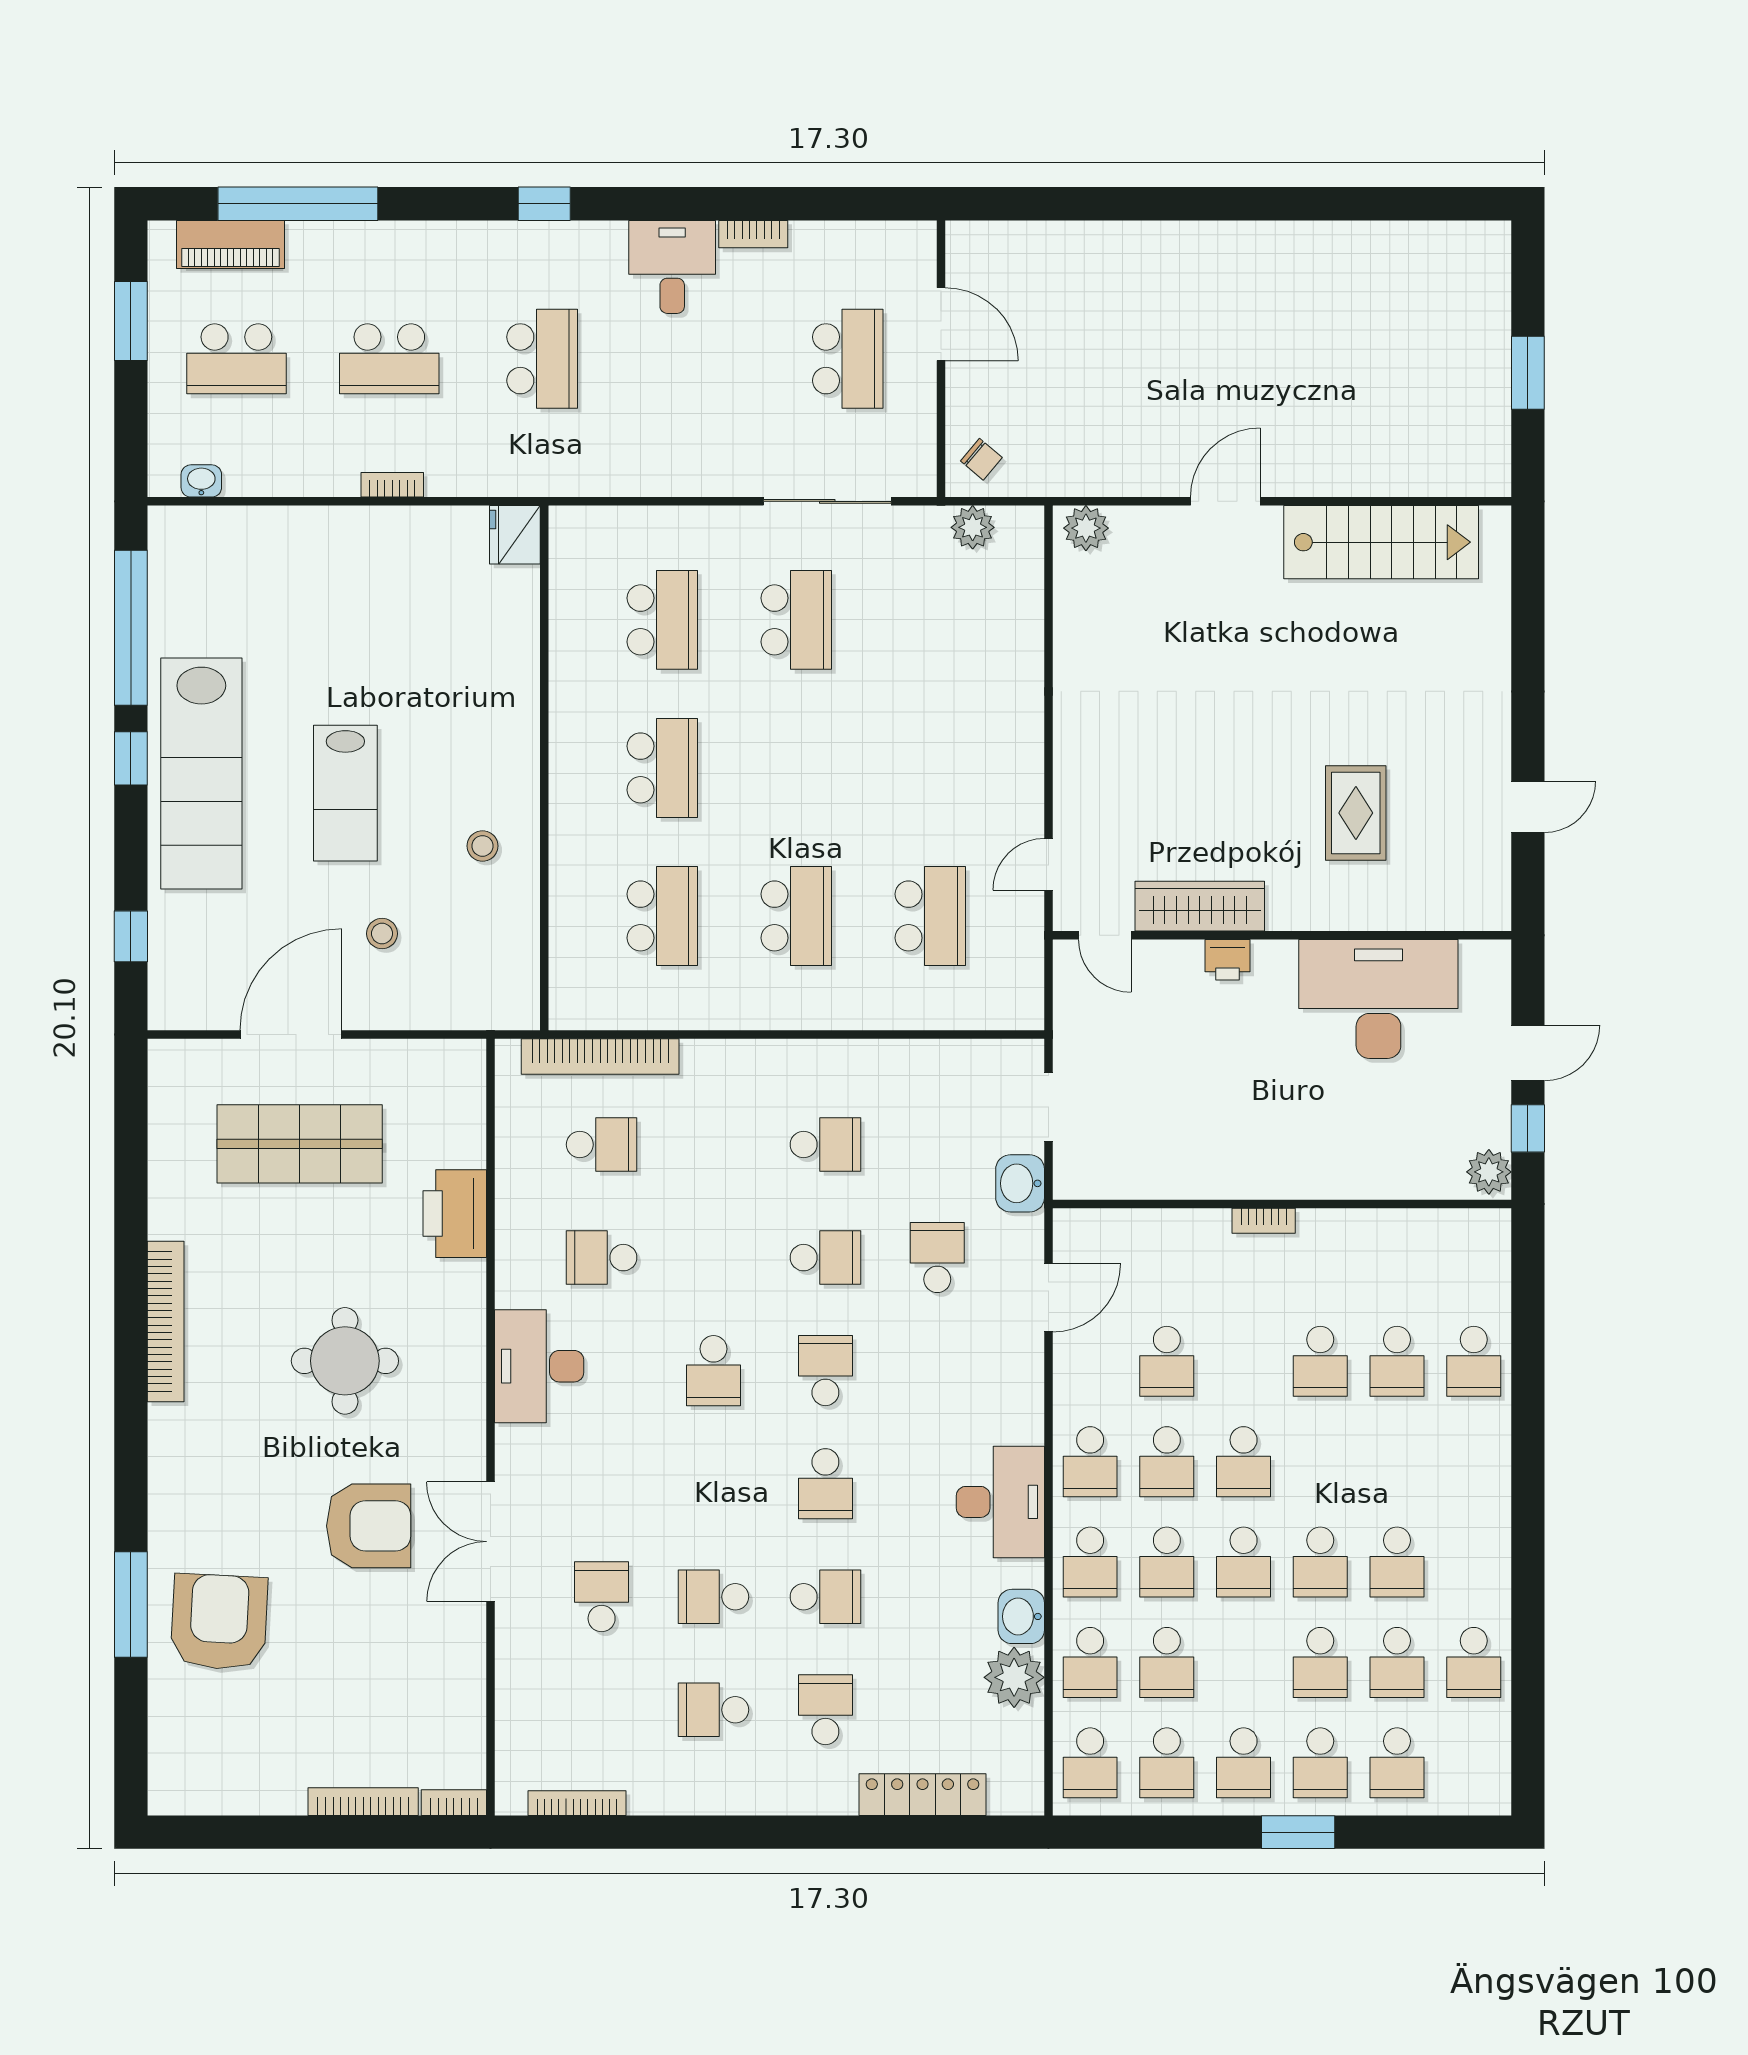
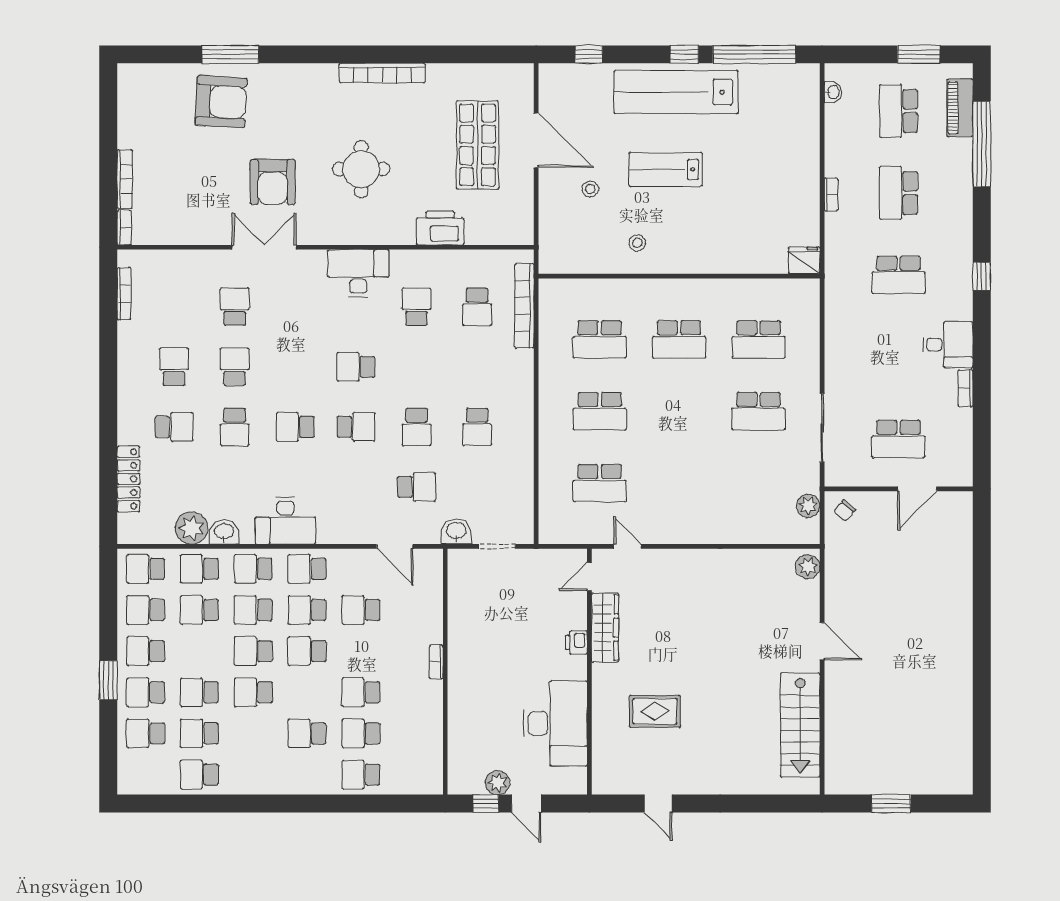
plant: (1489, 1172) -> (498, 783), moved
school desk: (1397, 1562) -> (307, 733), moved
school desk: (602, 1597) -> (235, 307), turned -90

